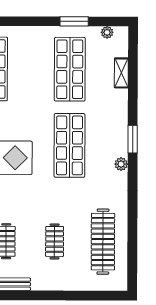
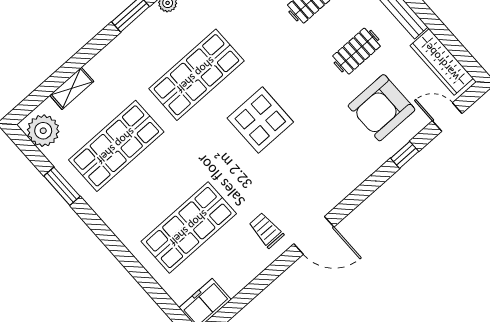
plant: (107, 32) -> (43, 131), width x1.88, depth x1.88

